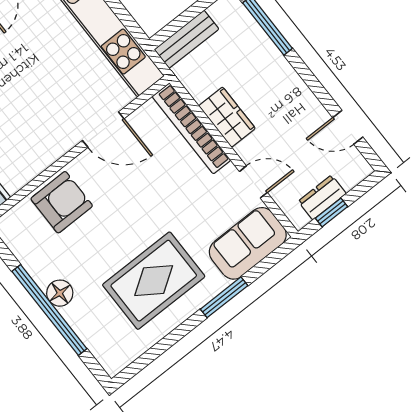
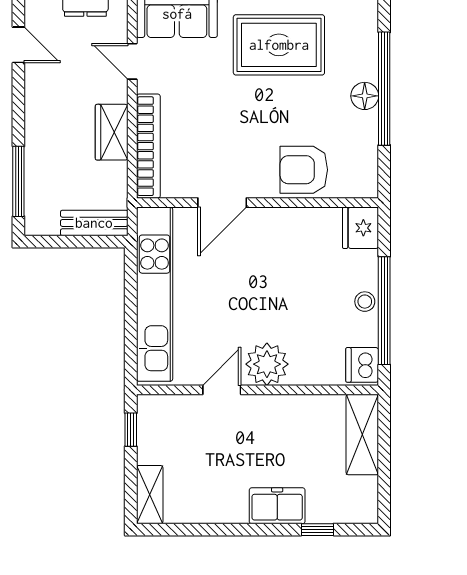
door: (103, 130) -> (222, 203), swing flipped

